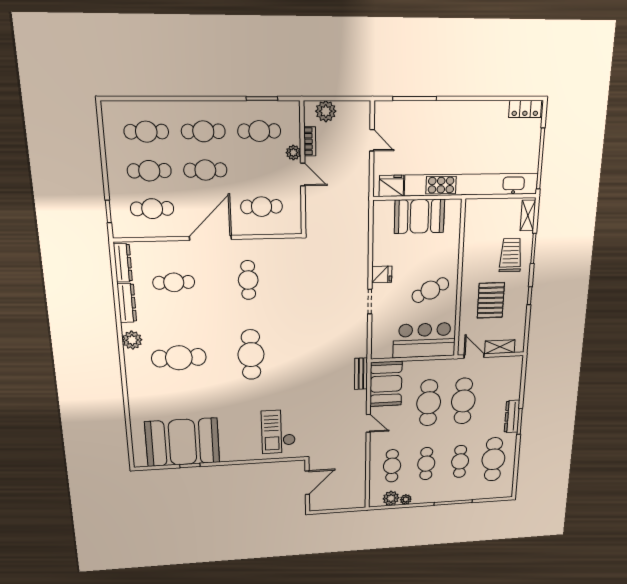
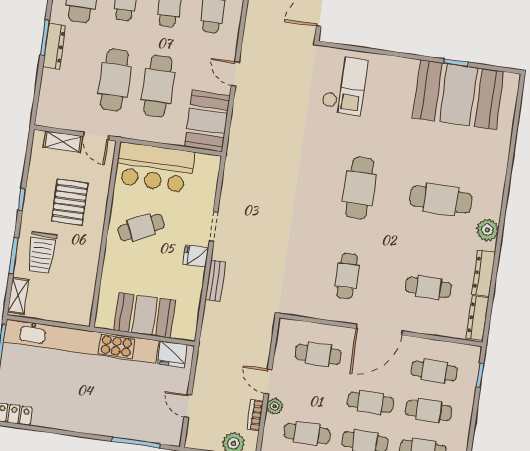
bench: (361, 374) -> (215, 281), moved

